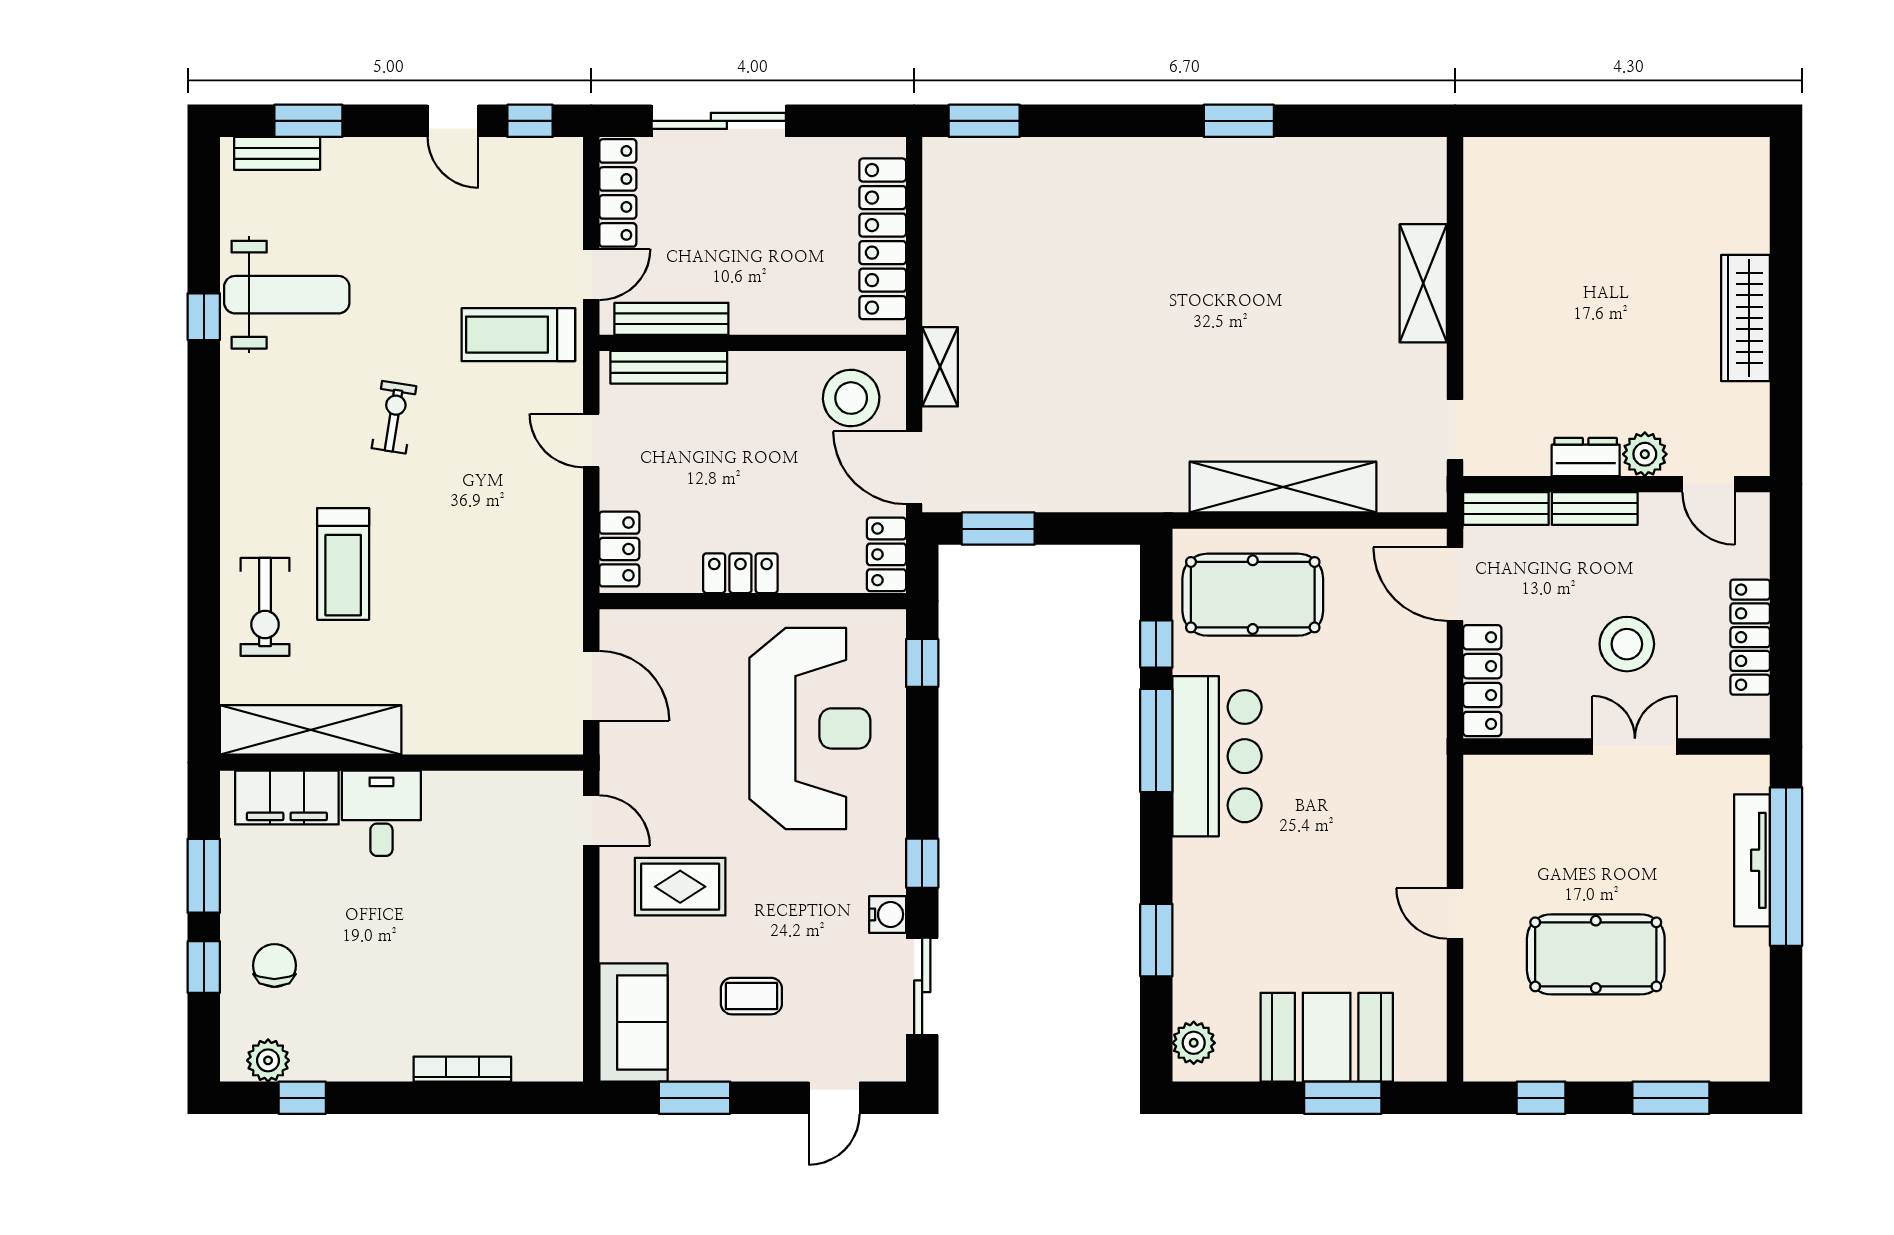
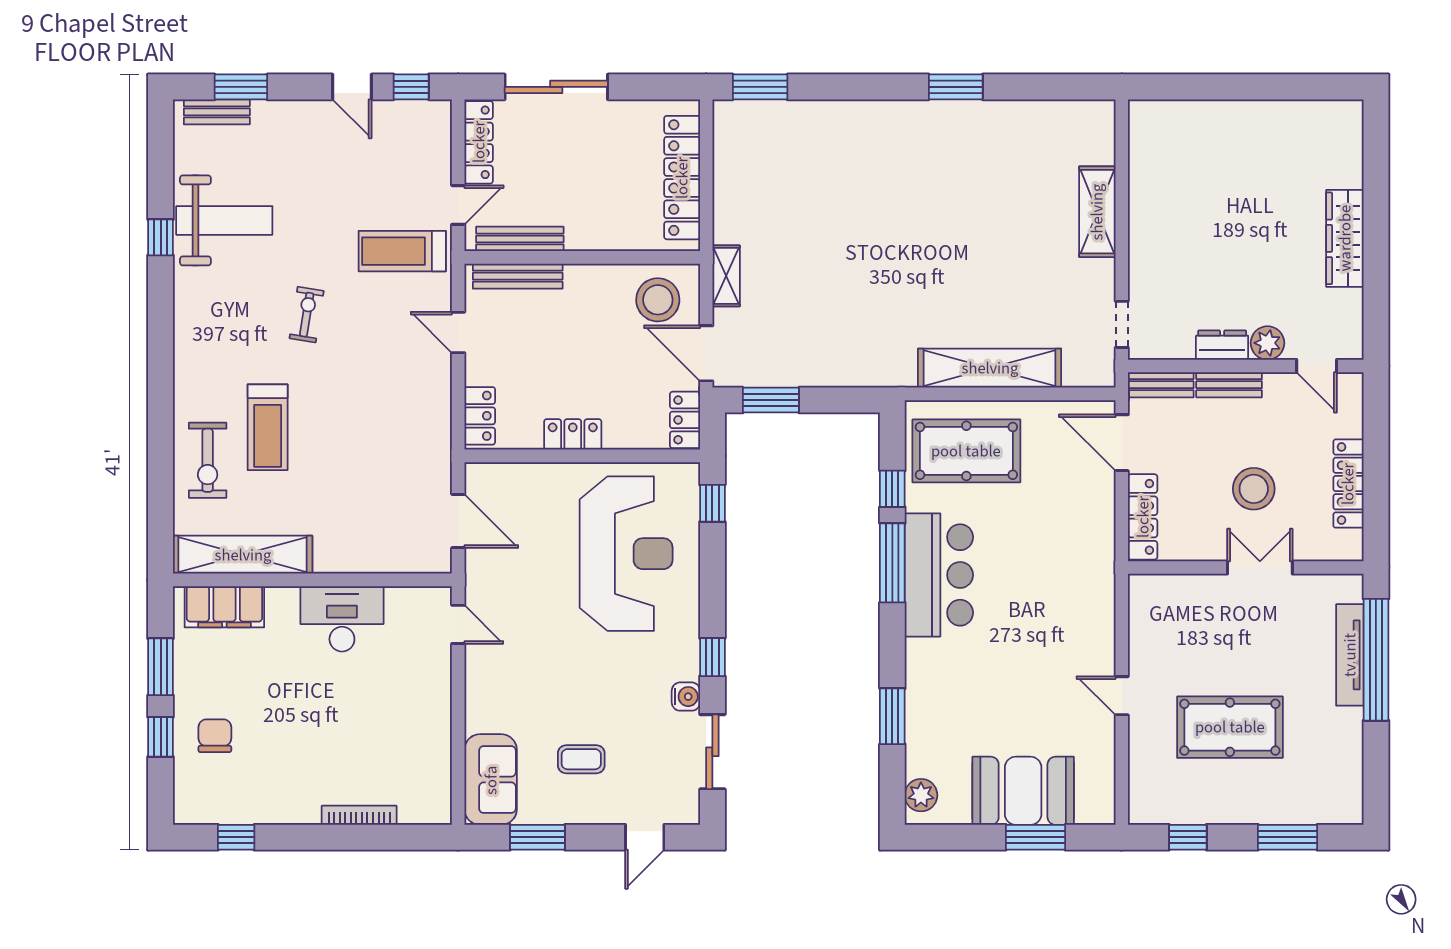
desk: (381, 813) -> (342, 619), moved, width x1.37
rug: (680, 887) -> (526, 675), removed
plant: (268, 1060) -> (210, 809), removed

